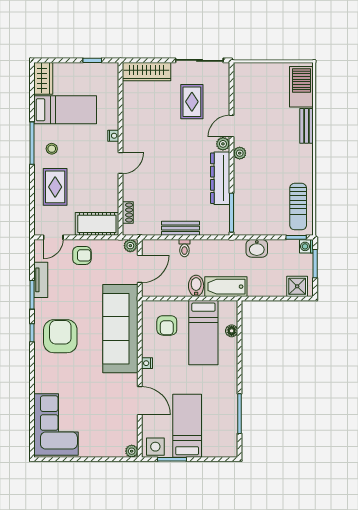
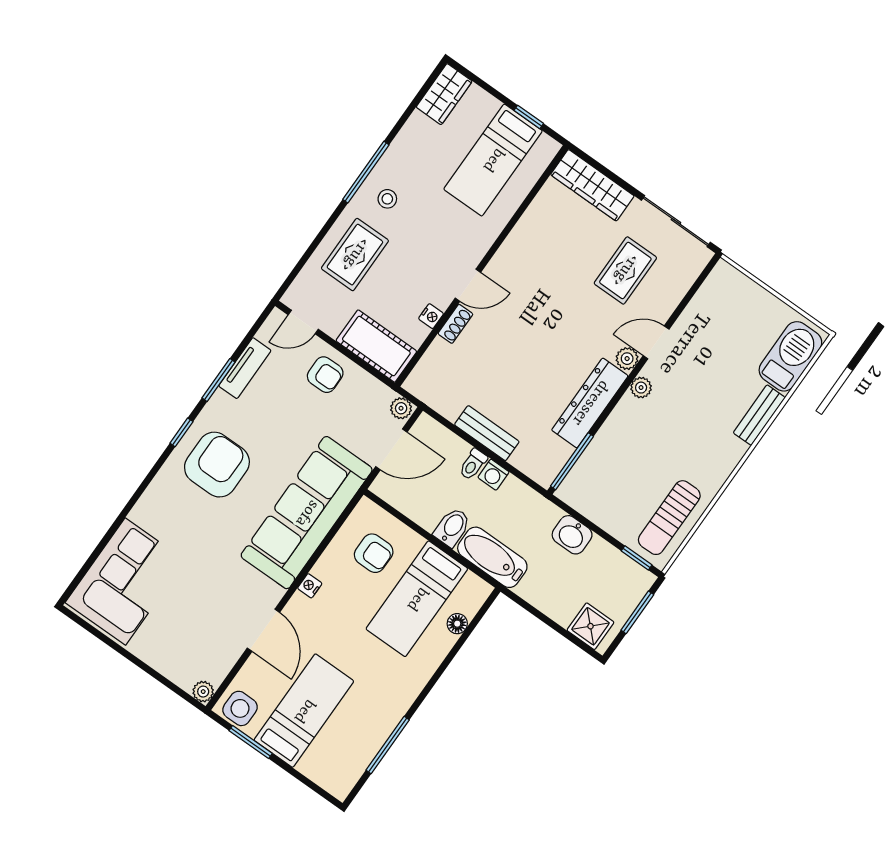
bed: (65, 110) -> (493, 160), moved, turned 90
nightstand: (113, 136) -> (431, 316), moved
shoe rack: (128, 212) -> (455, 324), moved
washing machine: (306, 246) -> (494, 475), moved, turned -90
armchair: (167, 325) -> (374, 553), turned -90

